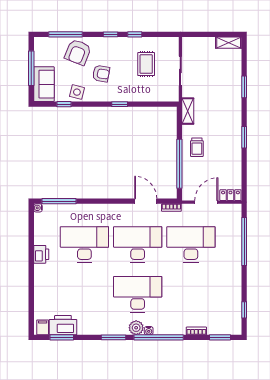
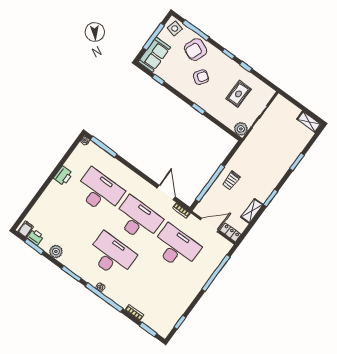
armchair: (101, 74) -> (201, 77), turned -65
side table: (77, 92) -> (175, 28), moved
plant: (171, 94) -> (241, 129), added
shelving: (188, 111) -> (252, 211), moved
printer: (63, 325) -> (35, 237), width x0.53, depth x0.68
plant: (136, 328) -> (56, 252), moved

